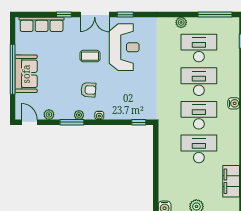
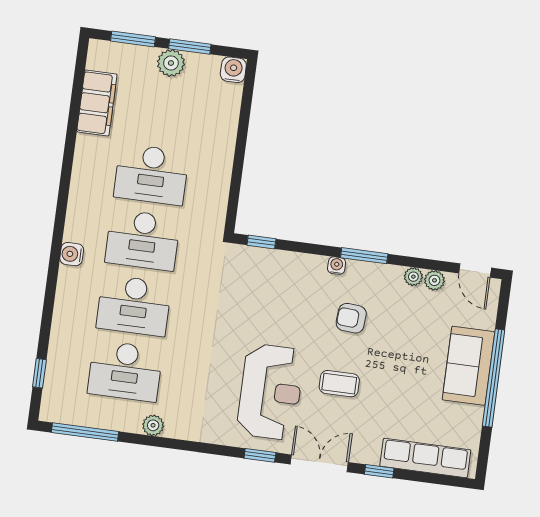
reception desk: (124, 47) -> (270, 392), turned 180
plant: (79, 115) -> (413, 277), moved
window: (72, 122) -> (364, 256), moved

